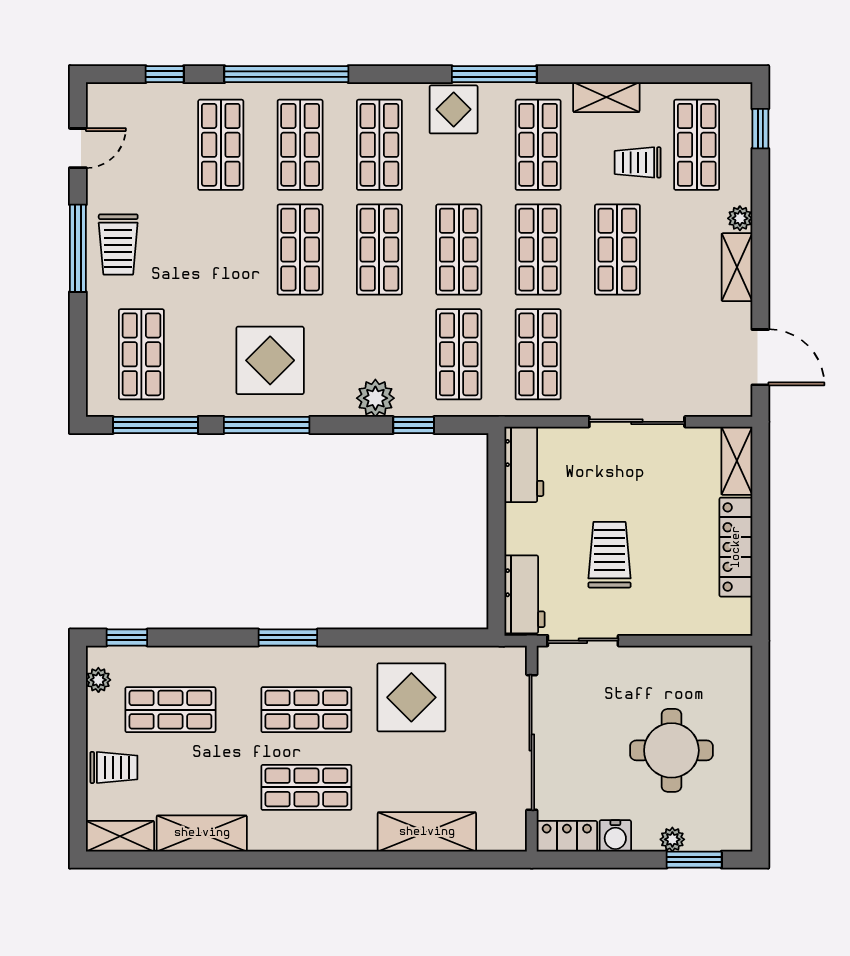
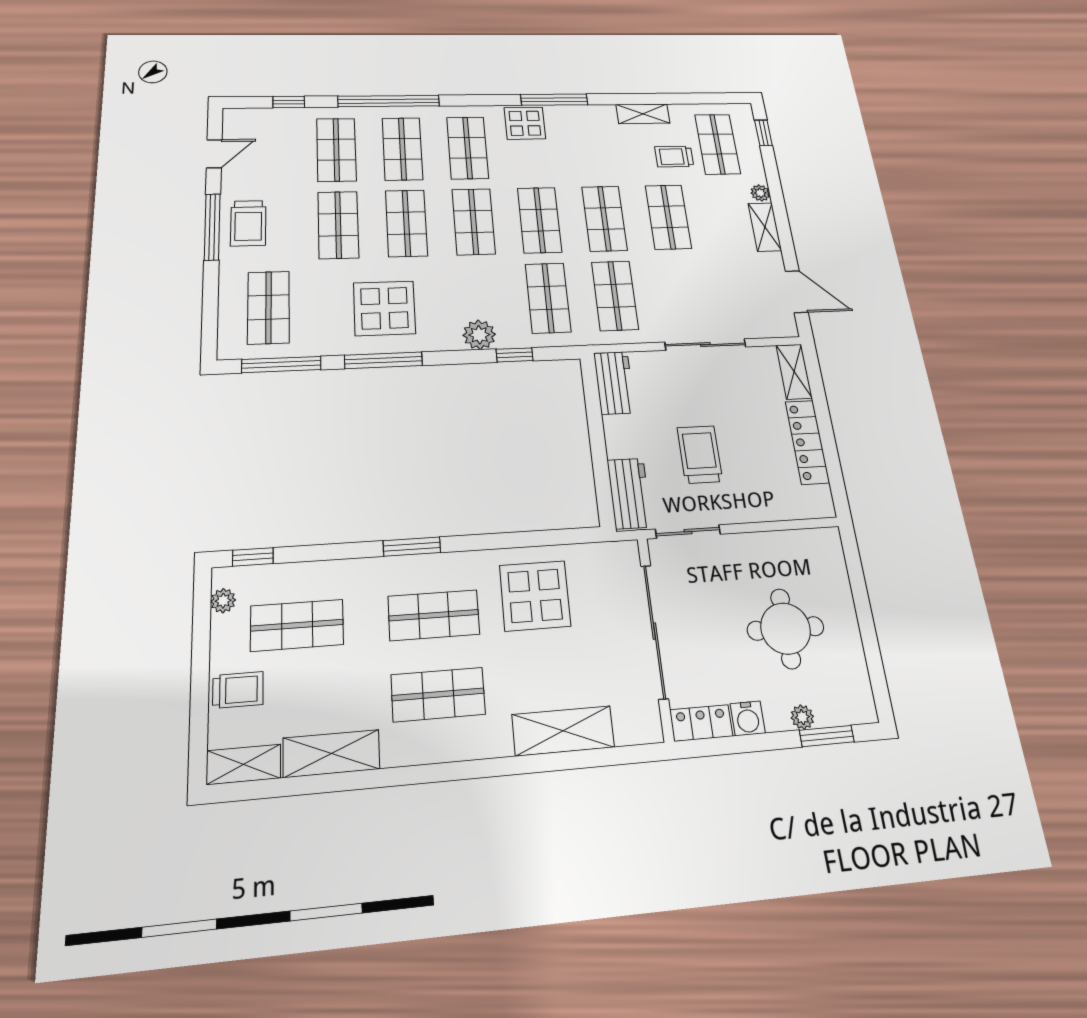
shop shelf: (538, 145) -> (338, 225), moved

